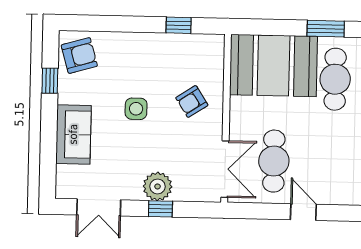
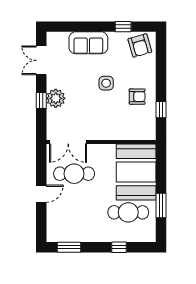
armchair: (192, 101) -> (137, 97), moved, turned 123

